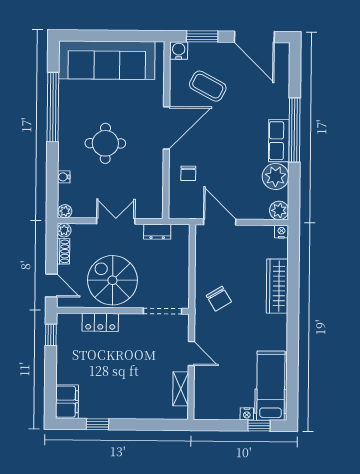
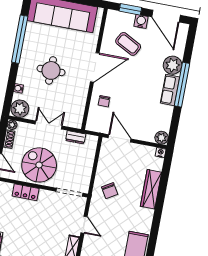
water cooler: (179, 51) -> (141, 21), moved
plant: (276, 176) -> (173, 65), moved
plant: (65, 211) -> (20, 109), width x1.88, depth x1.88

